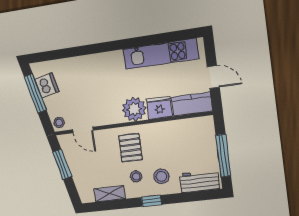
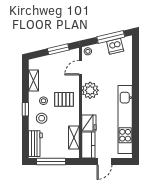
kitchen unit: (161, 54) -> (125, 120), width x1.36
plant: (134, 109) -> (90, 90), moved
shelving: (183, 127) -> (74, 138), added

